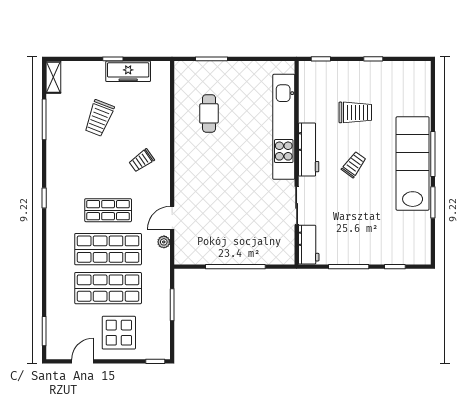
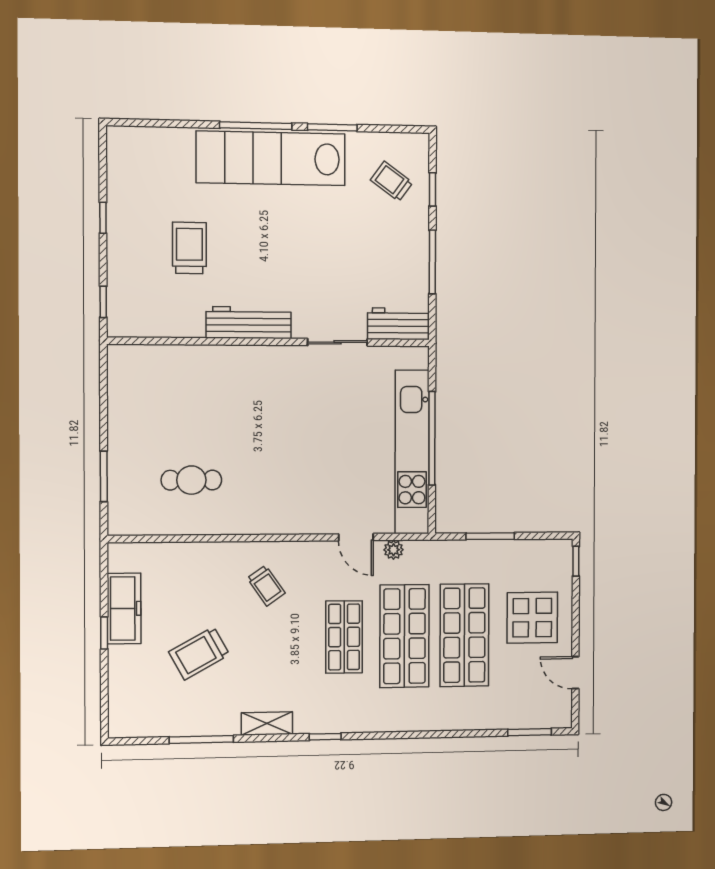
shelving: (53, 77) -> (267, 724), moved
trolley: (99, 118) -> (199, 653), turned 130
kitchen unit: (284, 127) -> (412, 452), moved, turned 90
trolley: (354, 165) -> (392, 181), moved

